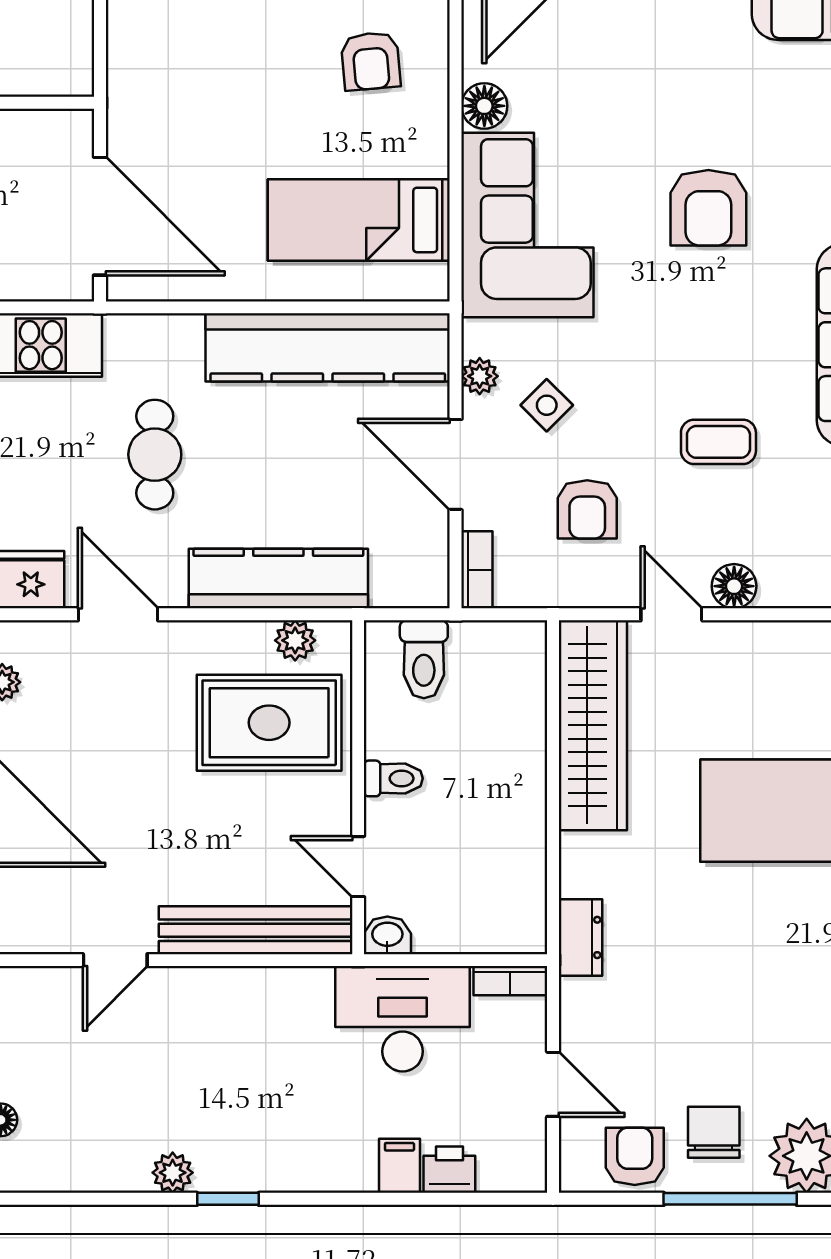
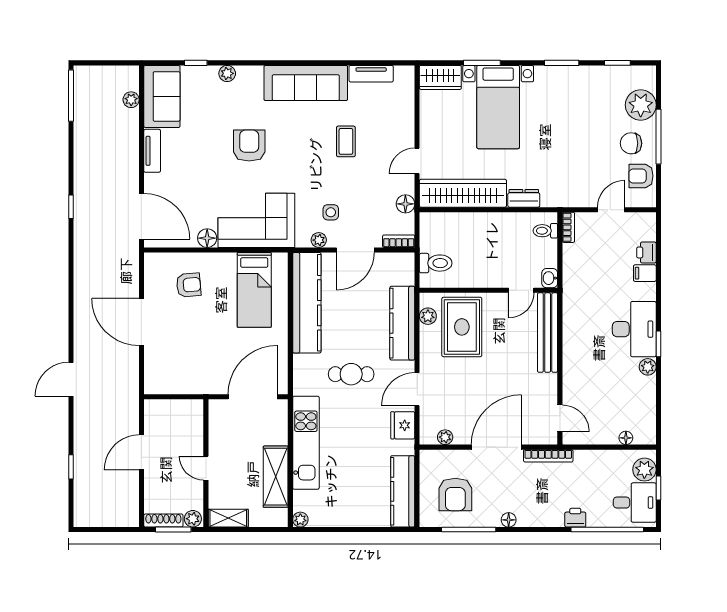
armchair: (708, 208) -> (249, 146), turned -90
side table: (547, 405) -> (331, 212), turned 45
armchair: (587, 509) -> (374, 196), removed
floor lamp: (734, 586) -> (405, 204), moved
toilet: (393, 778) -> (545, 231), moved, turned -90
dresser: (580, 937) -> (524, 198), moved
door: (115, 960) -> (560, 418), moved
desk: (403, 1019) -> (634, 329), moved, turned 180

